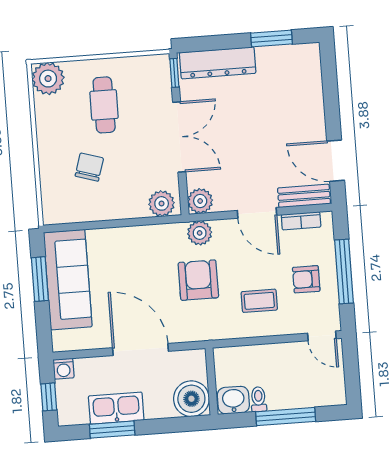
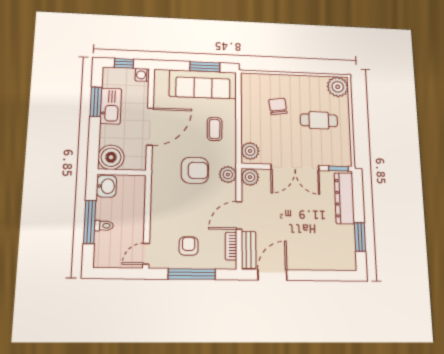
chair: (89, 167) -> (278, 106), turned -115
coffee table: (259, 301) -> (215, 129), moved
toilet: (259, 399) -> (104, 226), moved

